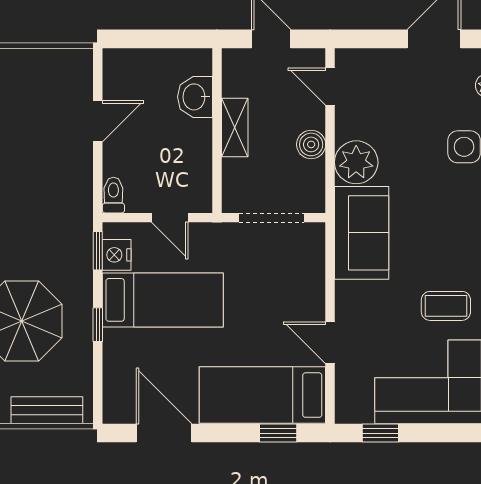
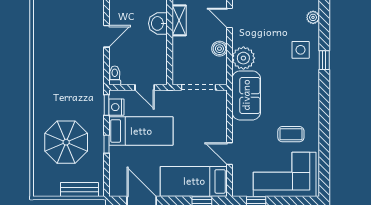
shelving: (235, 128) -> (179, 20), moved

